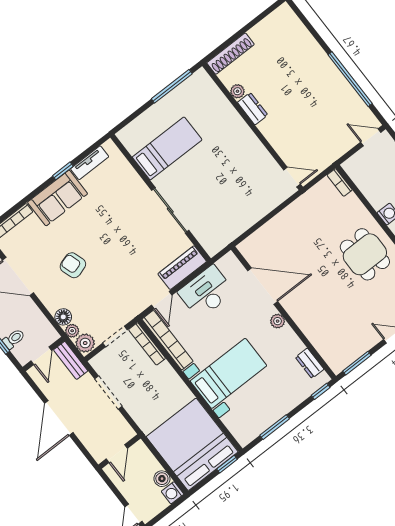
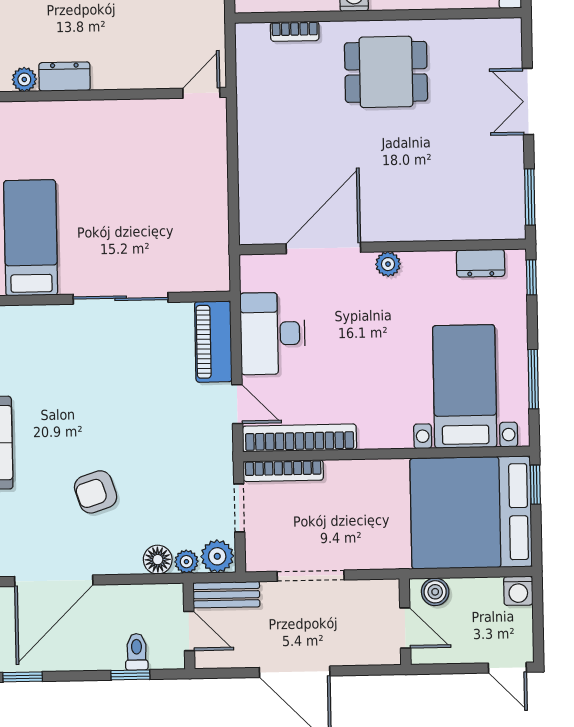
bookcase: (340, 182) -> (295, 31), moved
bed with nightstands: (228, 373) -> (465, 386), moved
boiler: (162, 479) -> (435, 592), moved

